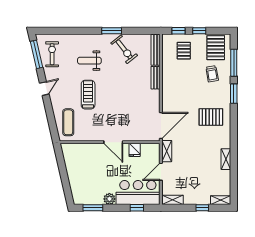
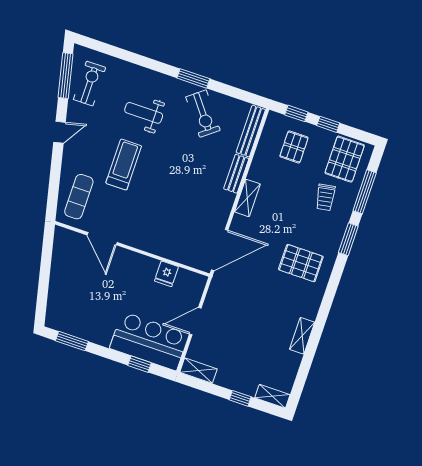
door: (113, 142) -> (102, 239), moved
shelving: (167, 151) -> (247, 198), moved
plant: (109, 199) -> (102, 336), removed

